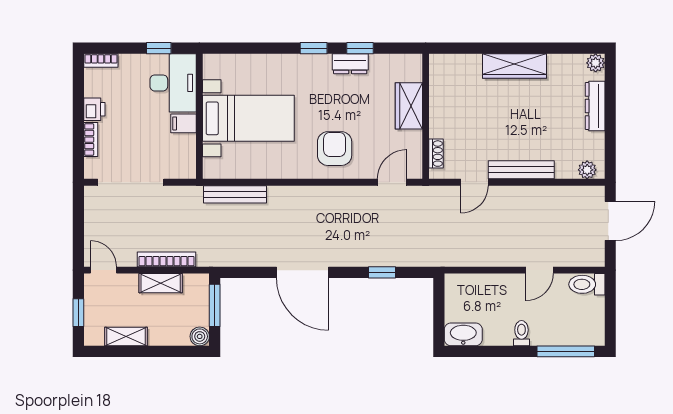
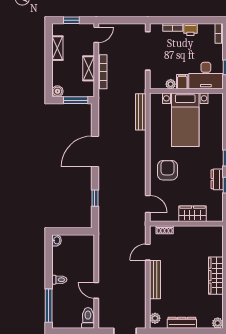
dresser: (595, 106) -> (182, 323), moved
plant: (188, 143) -> (171, 84), added
armchair: (335, 149) -> (167, 170), turned -90
door: (474, 182) -> (148, 252), hinge flipped
washbasin: (463, 334) -> (57, 240), width x0.52, depth x0.69

